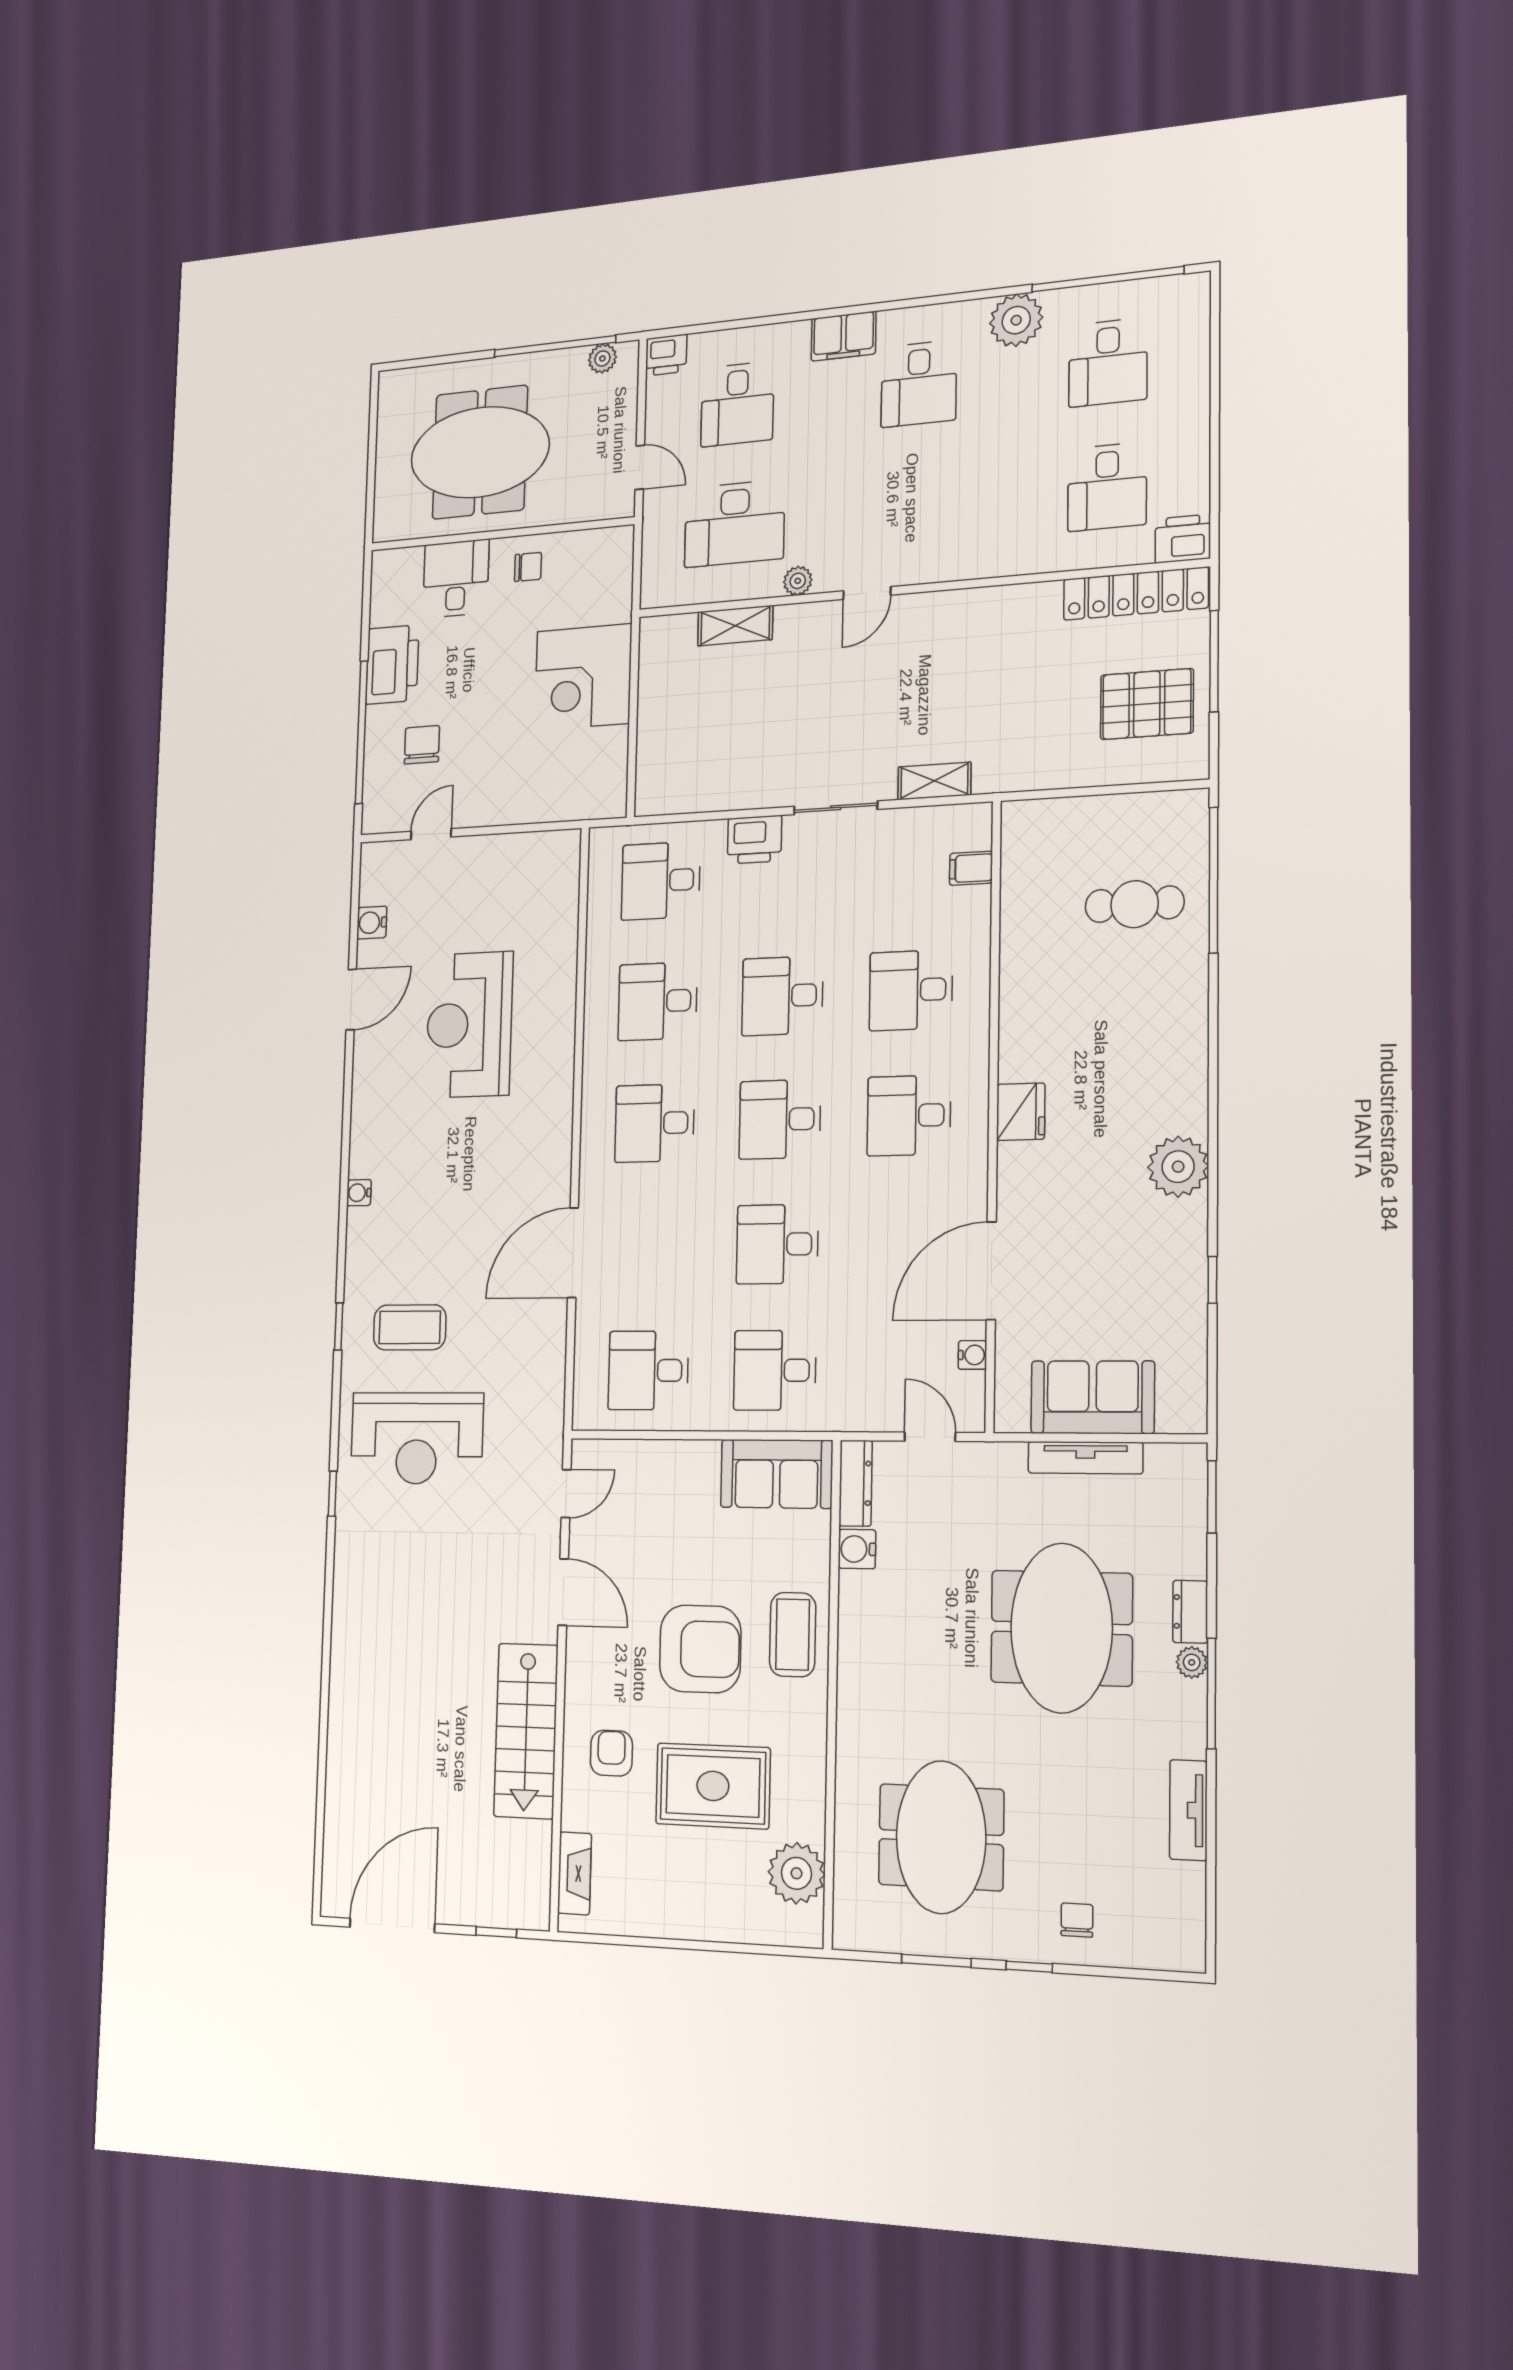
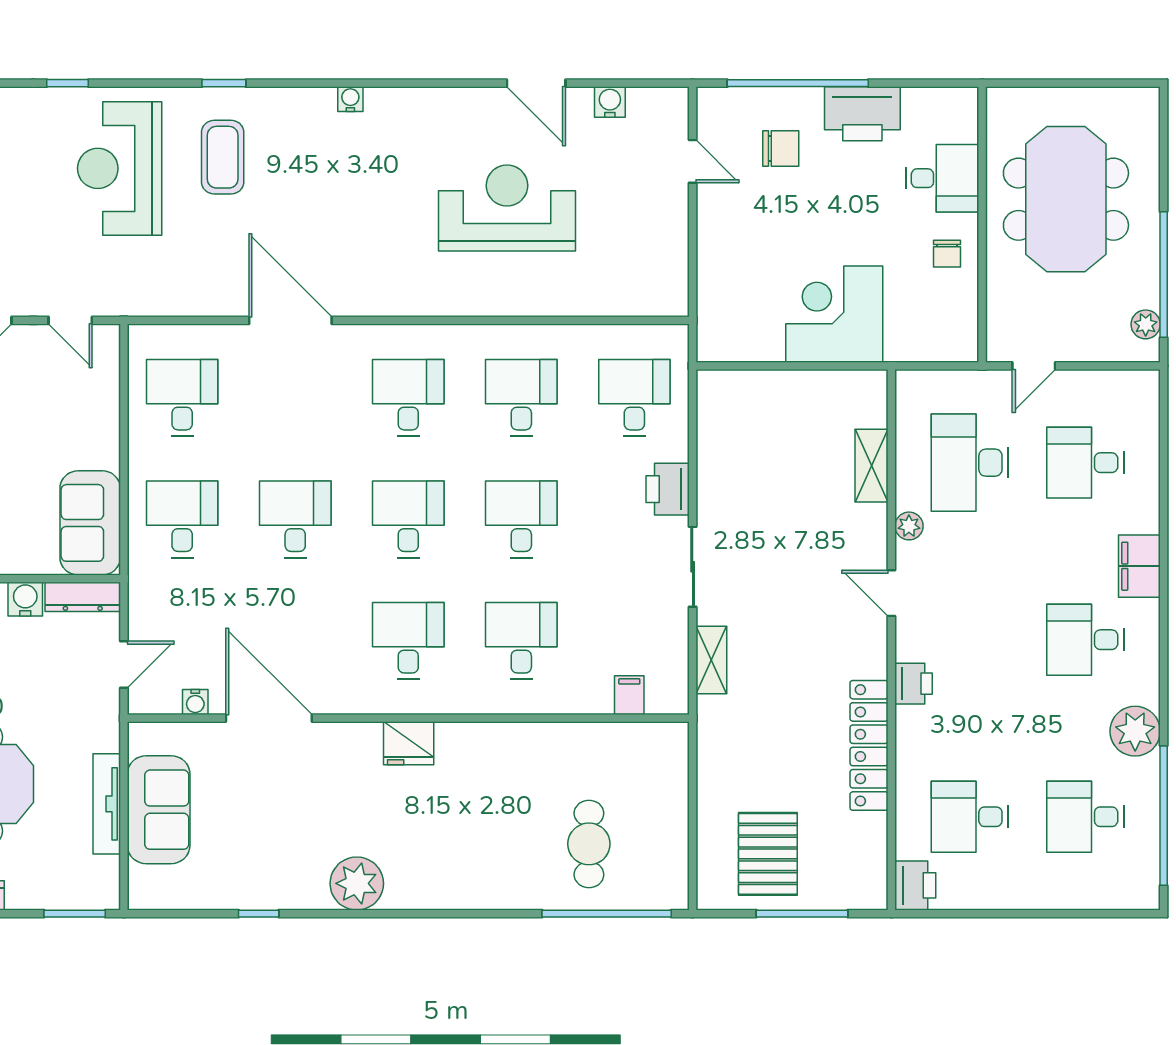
printer: (666, 355) -> (914, 684), moved, turned 180
locker: (1136, 594) -> (869, 745), moved

